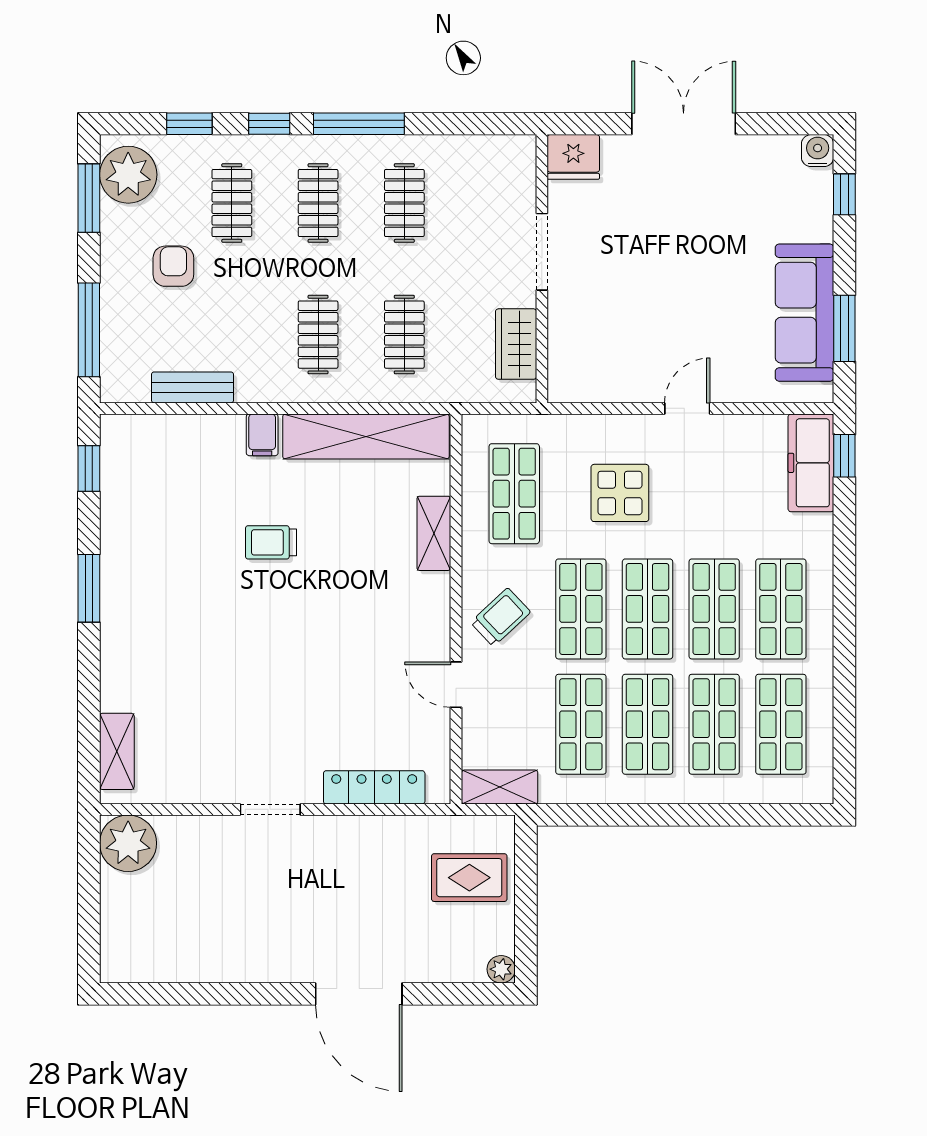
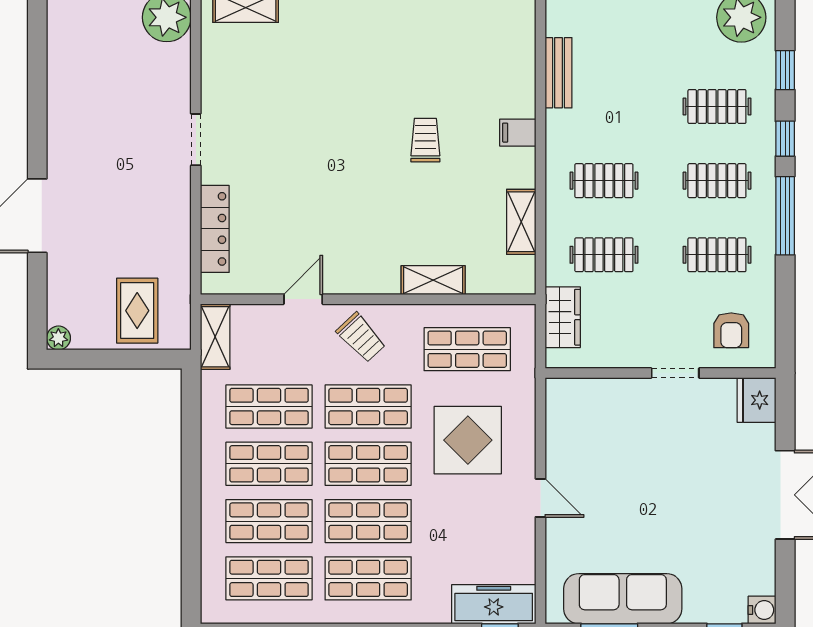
doorway: (542, 252) -> (675, 373), width x0.73
armchair: (173, 266) -> (731, 330), moved, turned 90
wardrobe: (516, 344) -> (563, 317), moved, turned 90
shelving: (366, 436) -> (521, 222), width x0.45, depth x0.75
display table: (620, 493) -> (468, 440), width x1.36, depth x1.36

